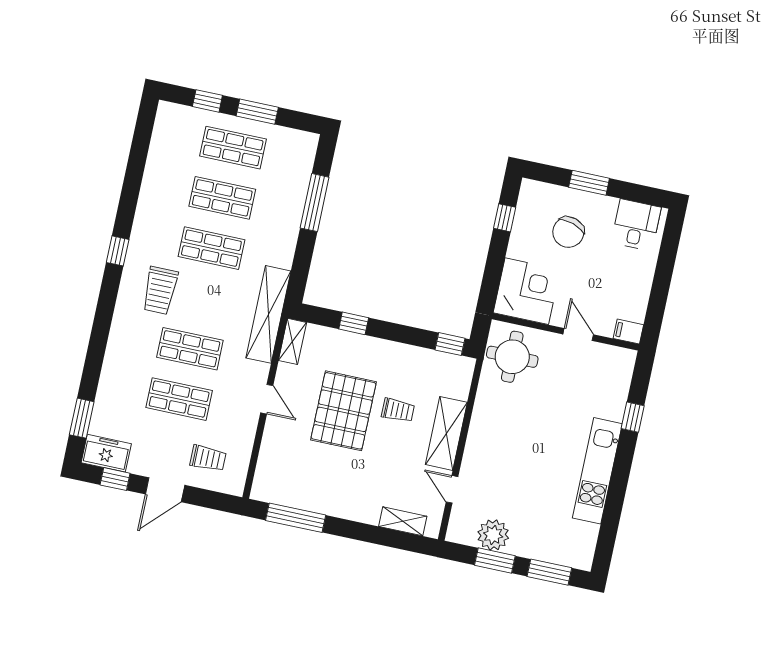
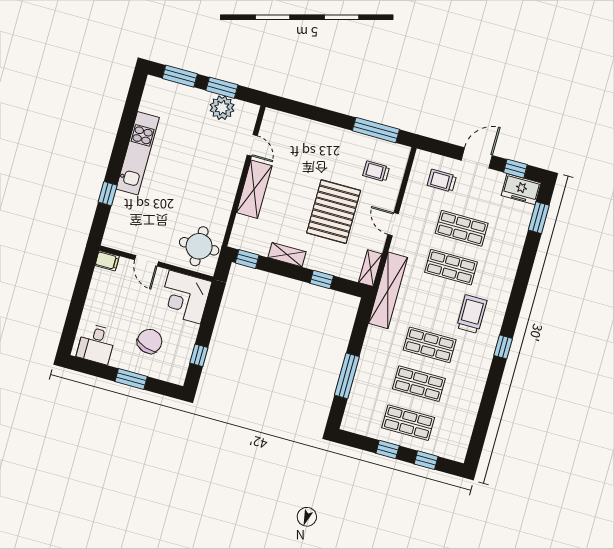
window: (257, 112) -> (388, 450), width x0.67
trolley: (398, 410) -> (376, 171), moved
shelving: (403, 521) -> (287, 255), moved

